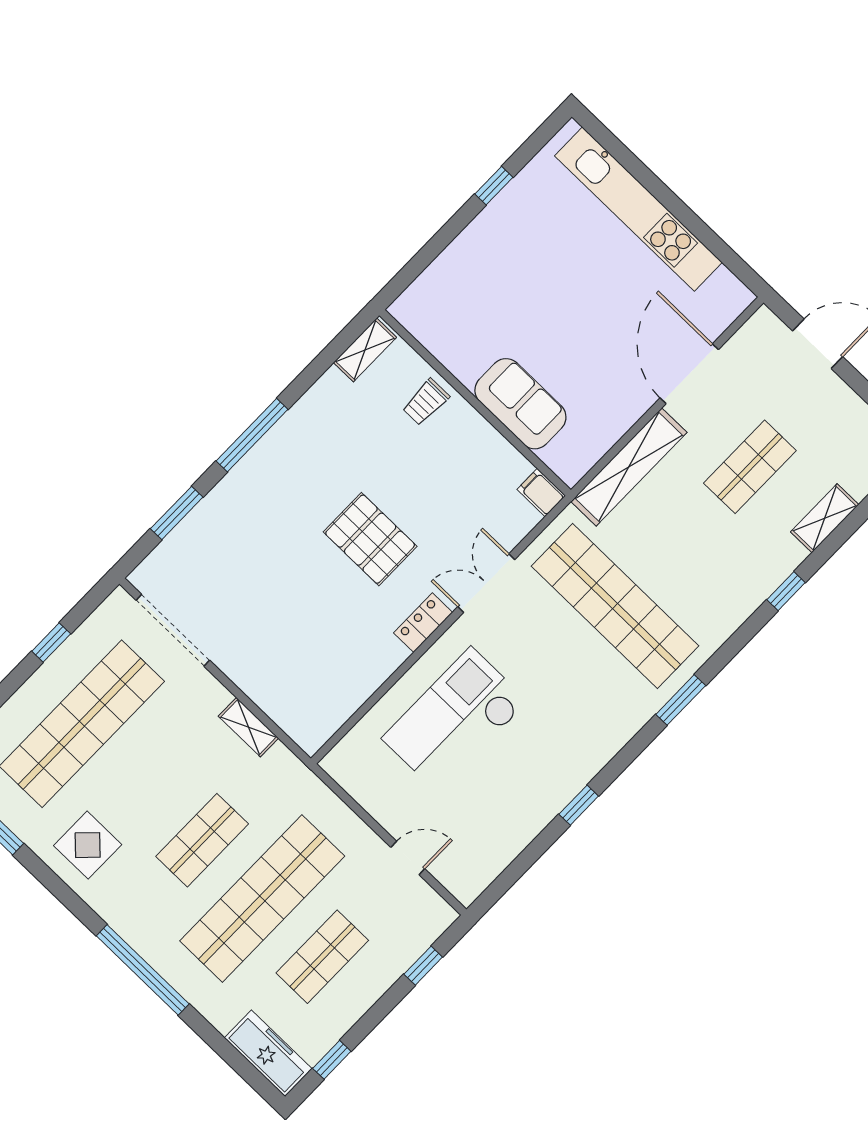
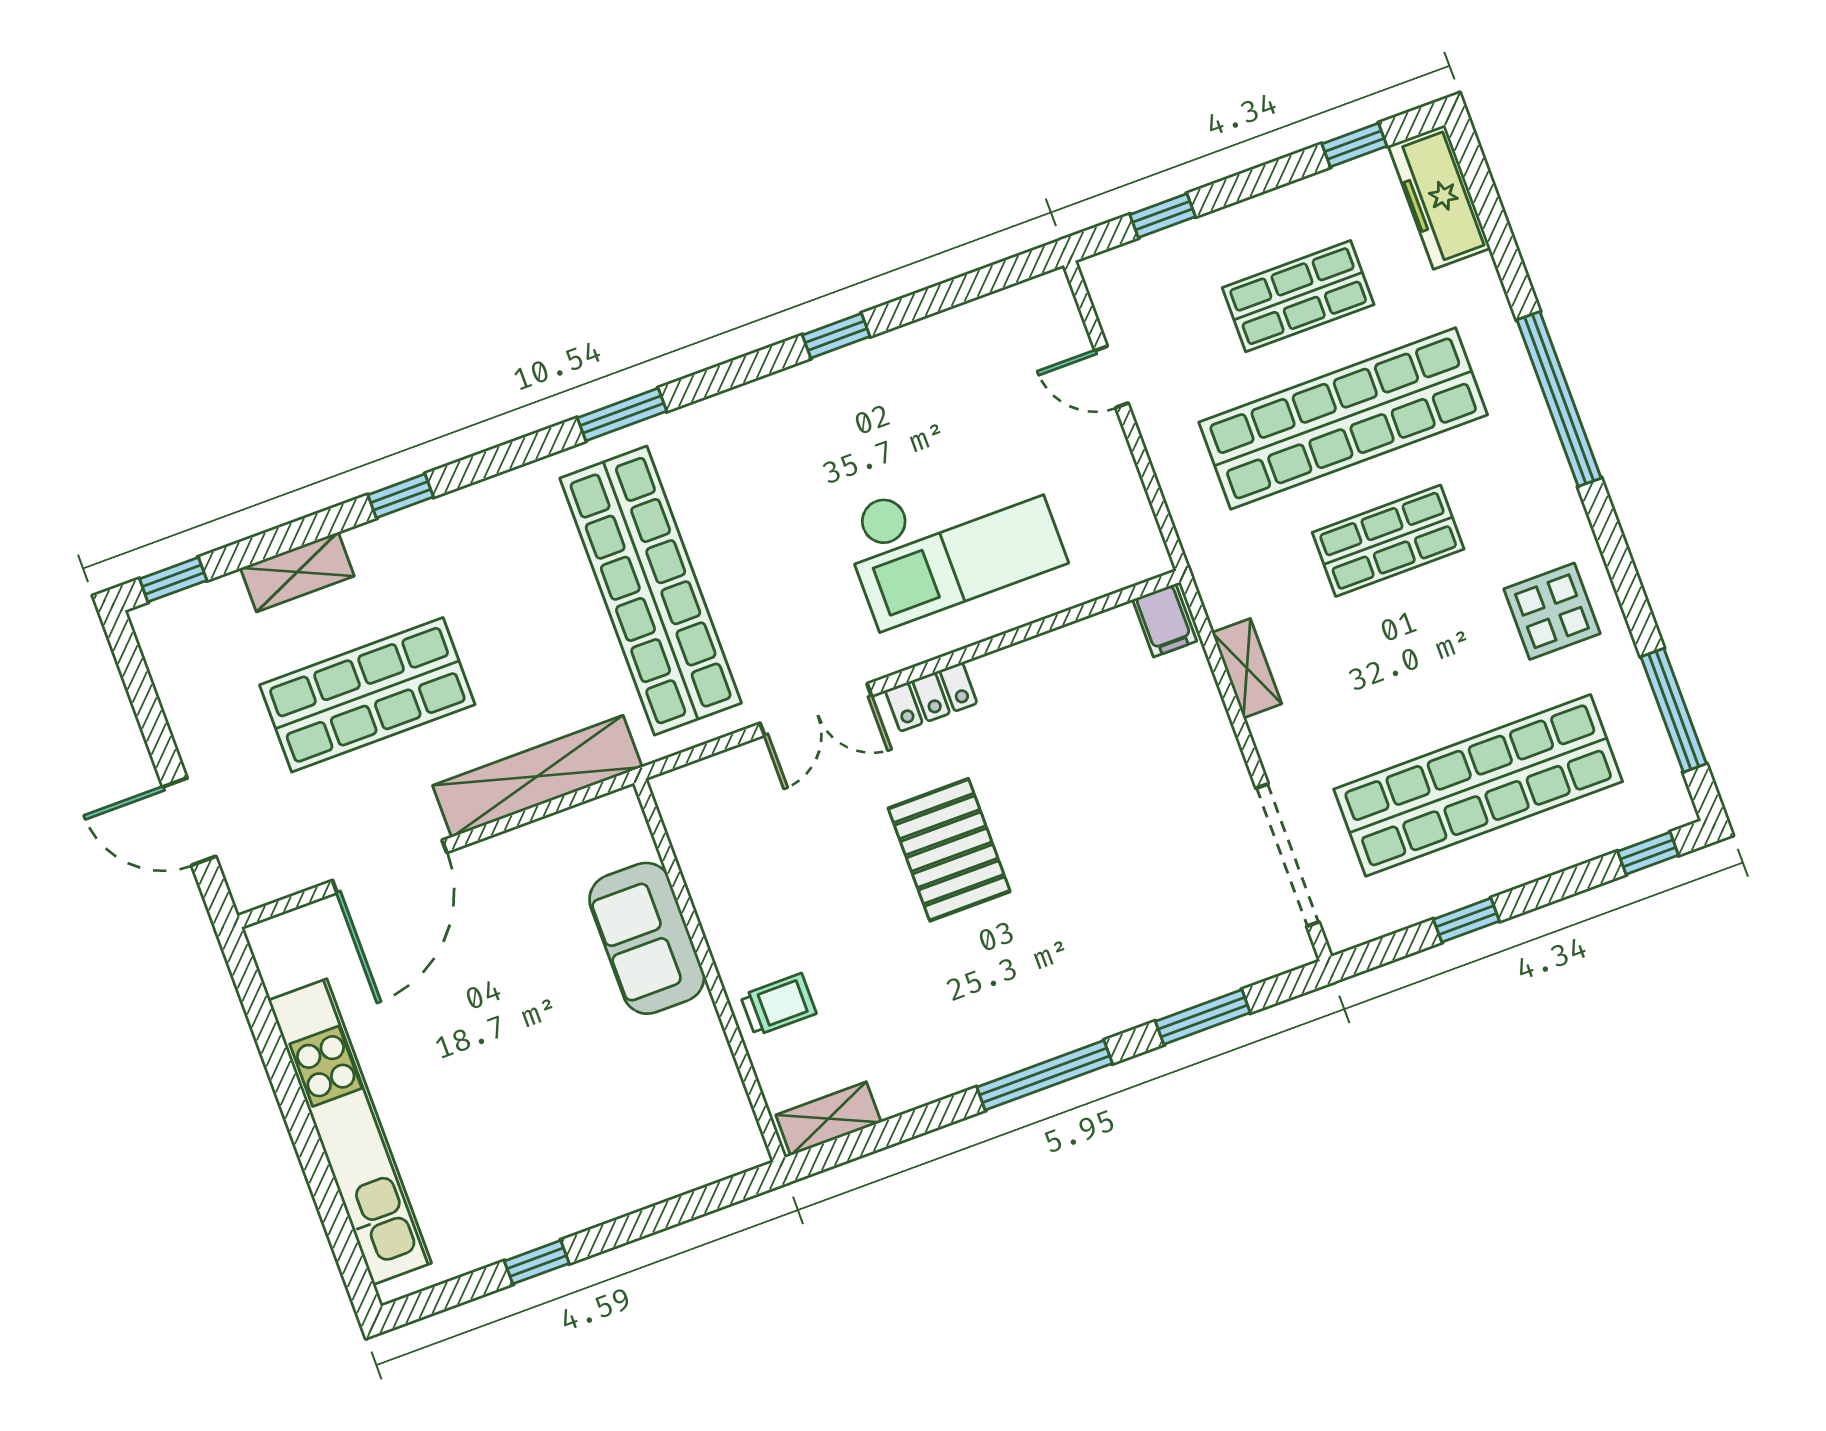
shop shelf: (750, 467) -> (367, 695), width x1.43, depth x1.36
filing cabinet: (541, 493) -> (1165, 620), moved

